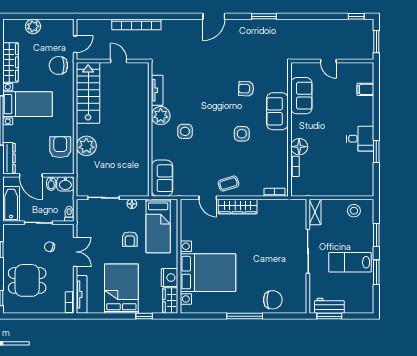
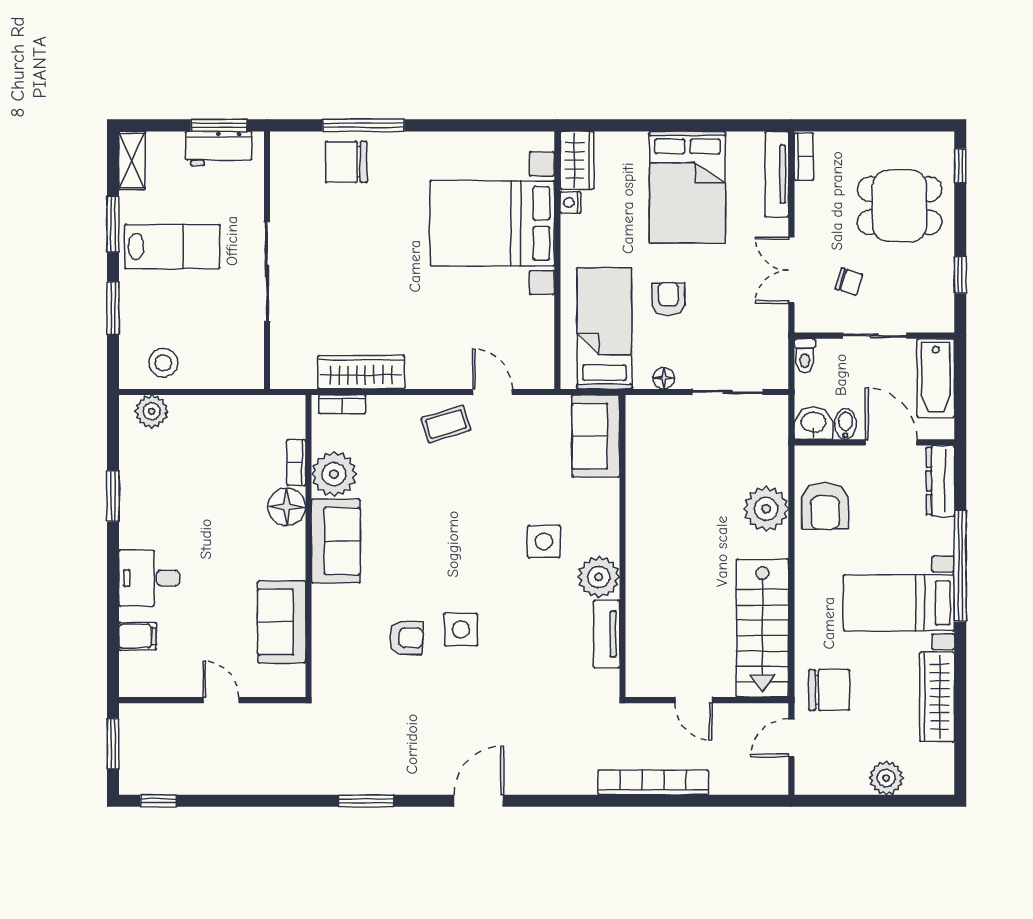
sofa: (277, 111) -> (336, 541), moved
side table: (242, 134) -> (461, 629), moved
desk: (360, 139) -> (149, 578), moved
plant: (278, 161) -> (334, 474), added
plant: (359, 189) -> (152, 411), added
wardrobe: (238, 206) -> (361, 372), moved
shelving: (315, 212) -> (132, 160), moved
nightstand: (170, 278) -> (571, 202), width x0.53, depth x0.56
window: (144, 316) -> (636, 125), removed
window: (245, 316) -> (363, 125), moved

